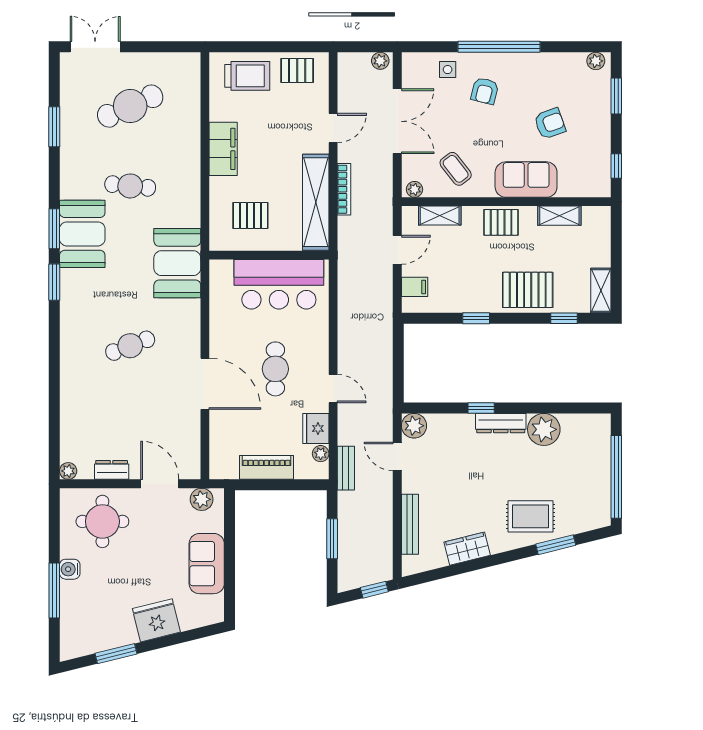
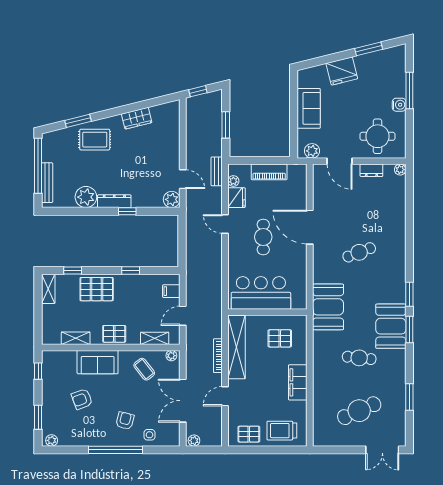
bench: (410, 524) -> (47, 183), moved

